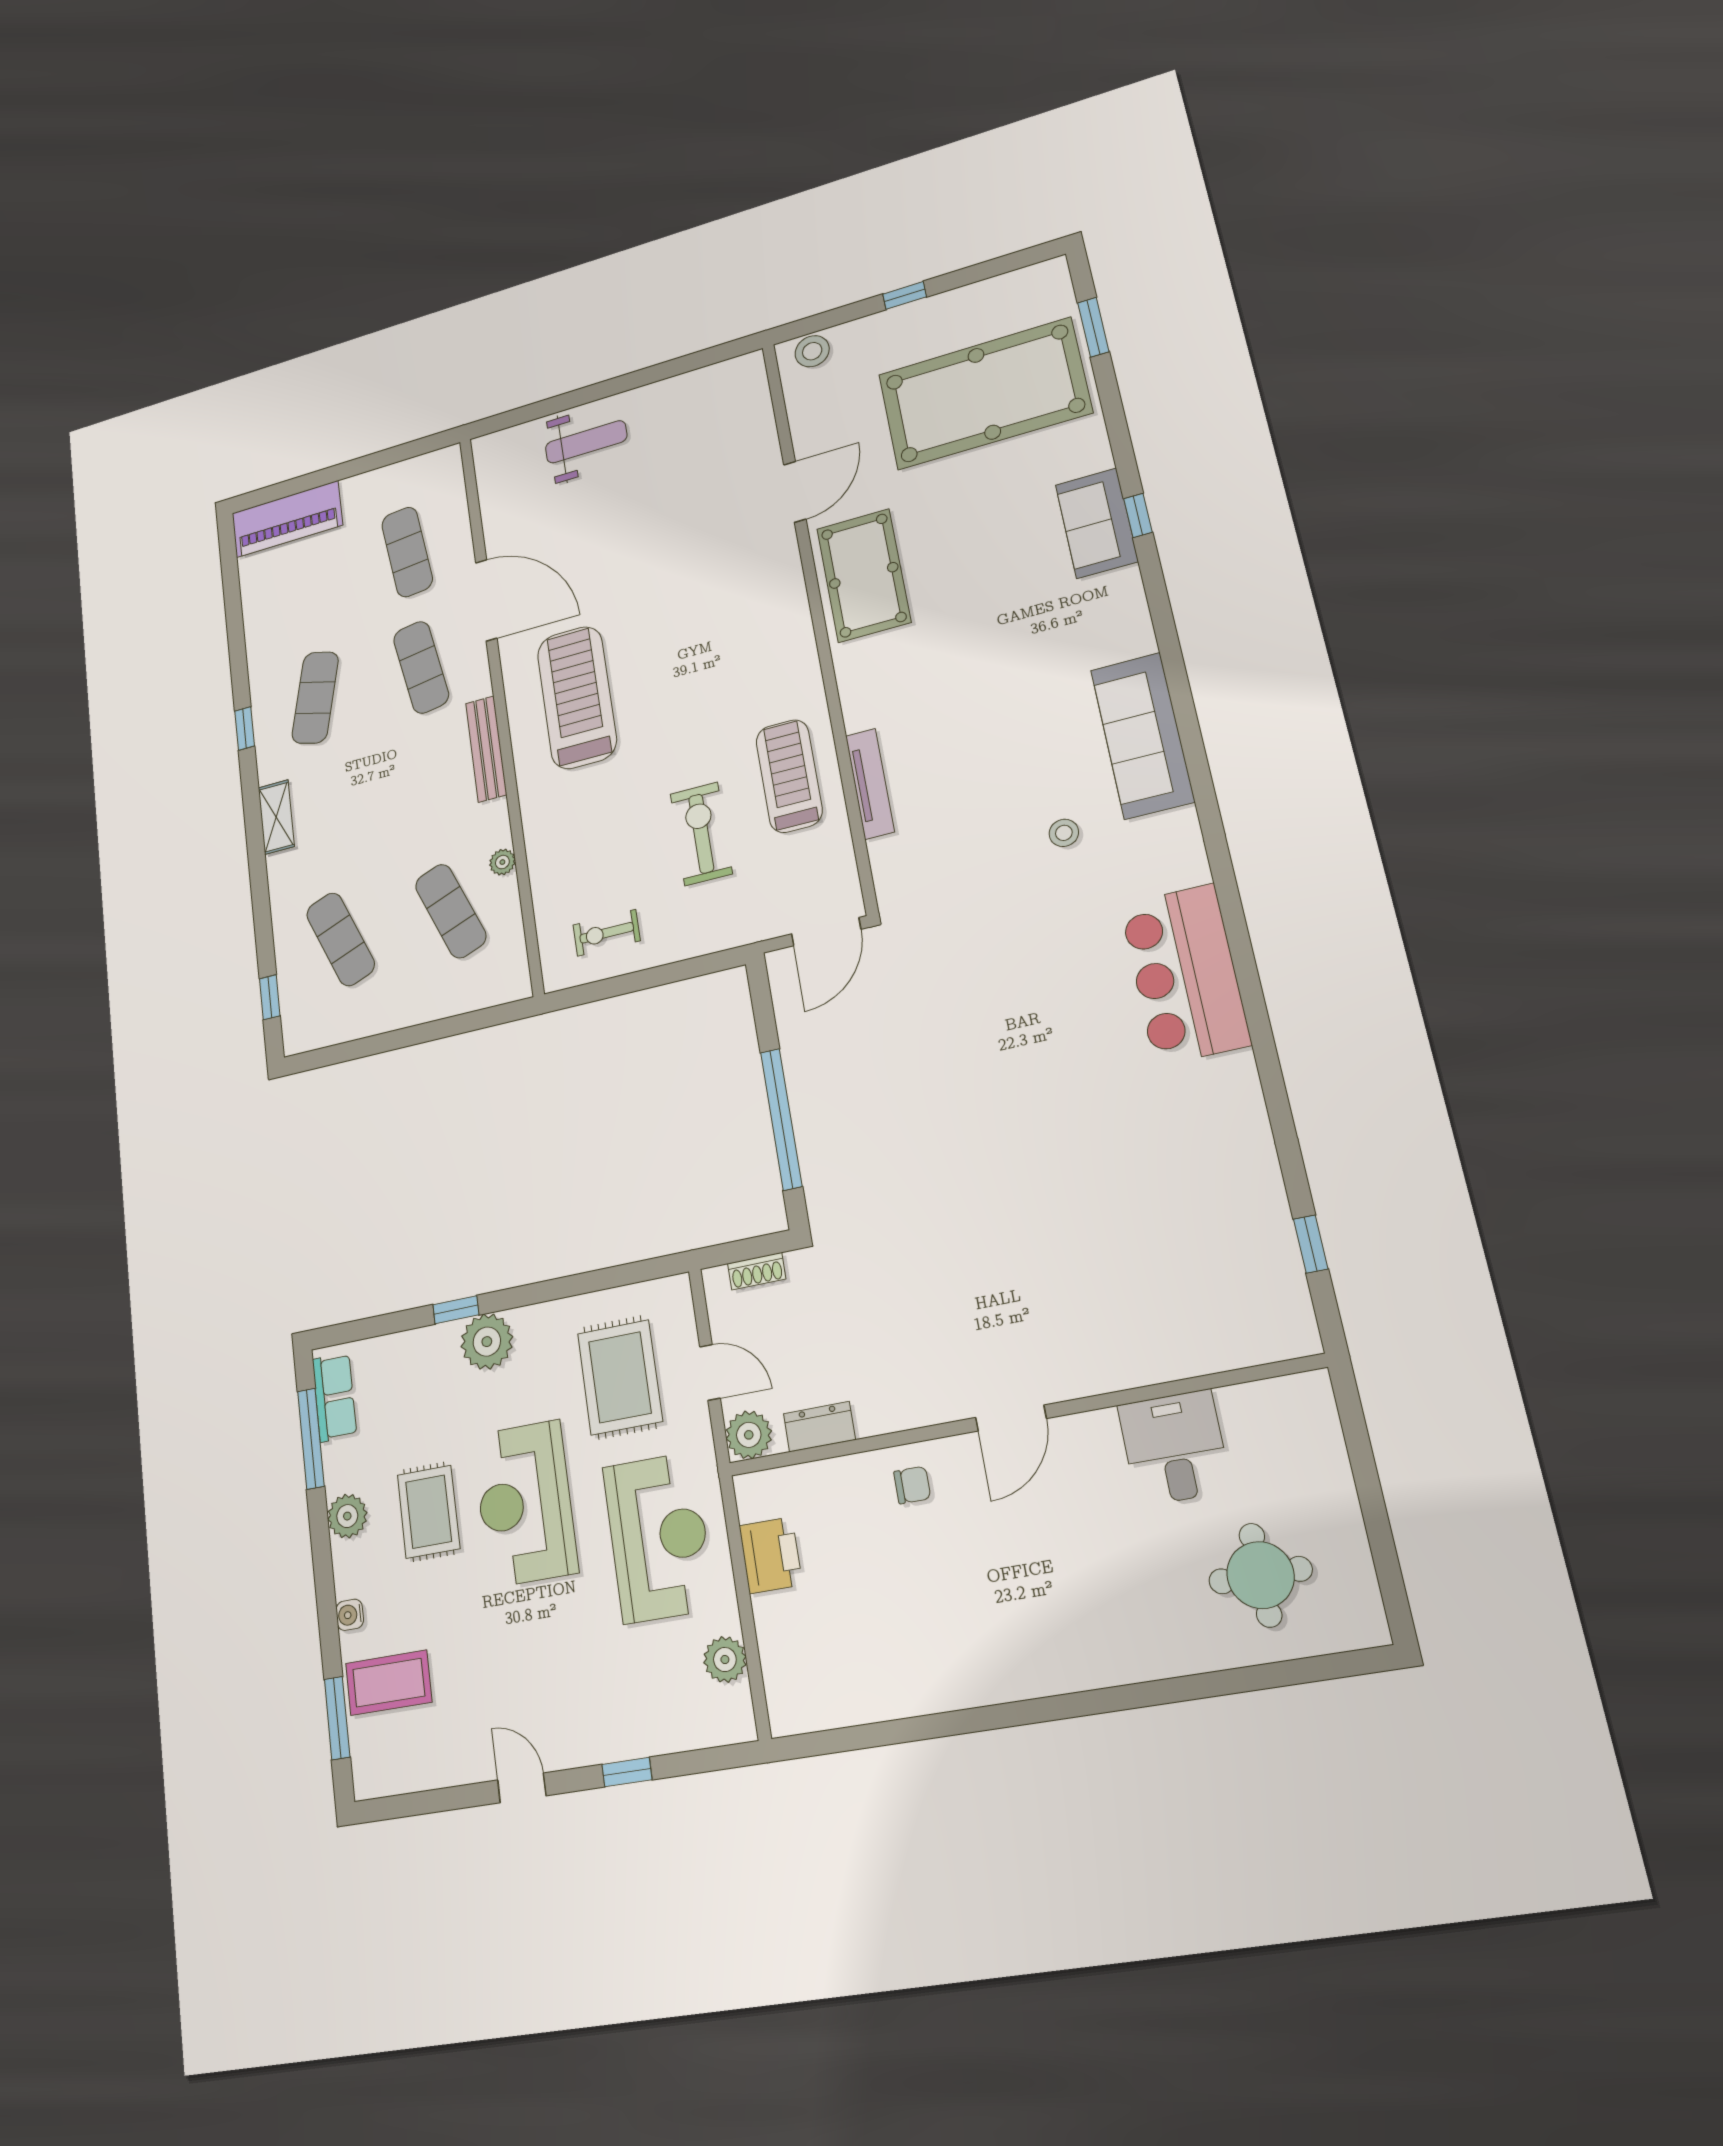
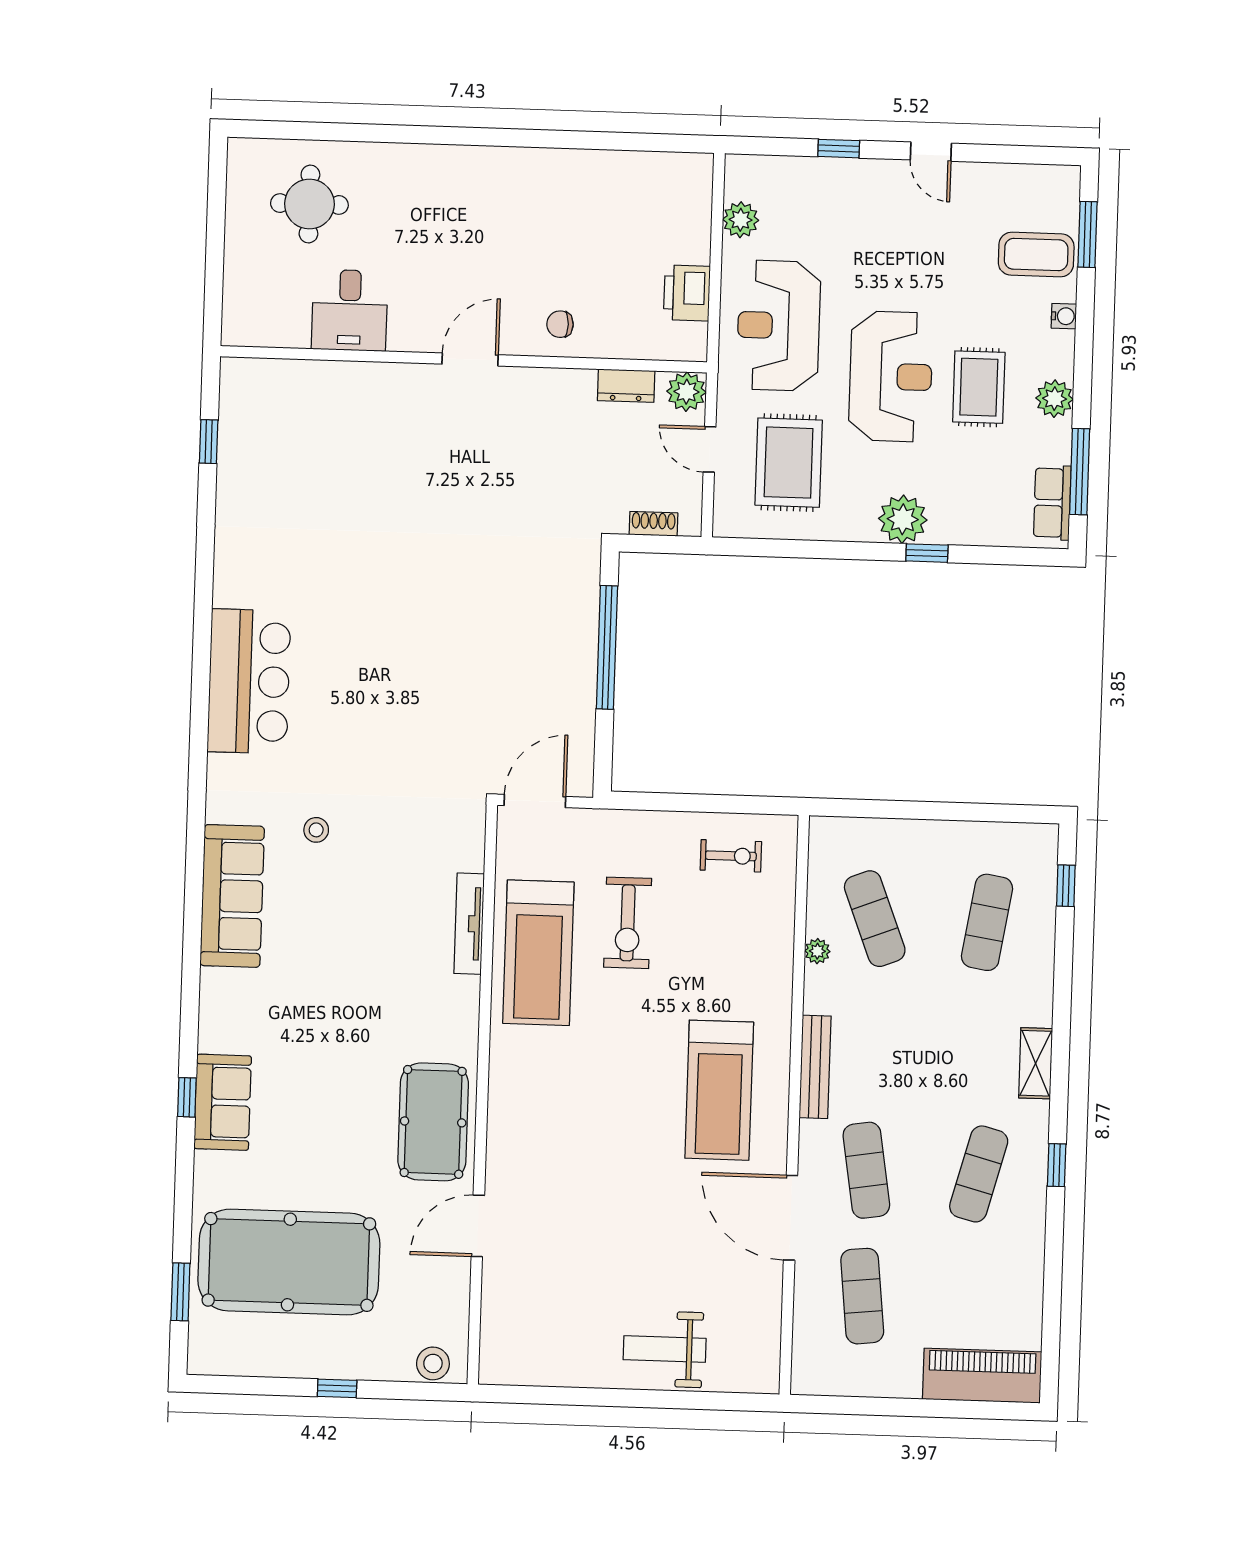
treadmill: (789, 776) -> (538, 953), width x1.37, depth x1.38
exercise mat: (341, 939) -> (987, 922), turned 30

